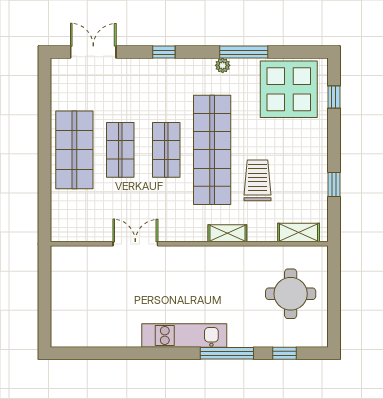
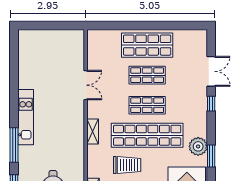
double door: (93, 52) -> (211, 71), moved
window: (244, 52) -> (211, 156), width x0.69
plant: (223, 65) -> (198, 146), width x1.88, depth x1.88
shelving: (227, 233) -> (93, 131), moved

